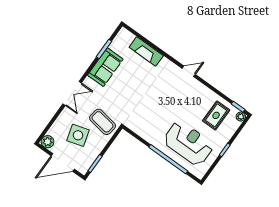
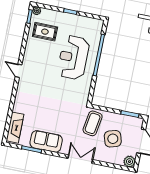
fireplace: (146, 51) -> (15, 128), moved
reception desk: (188, 143) -> (73, 57), moved

